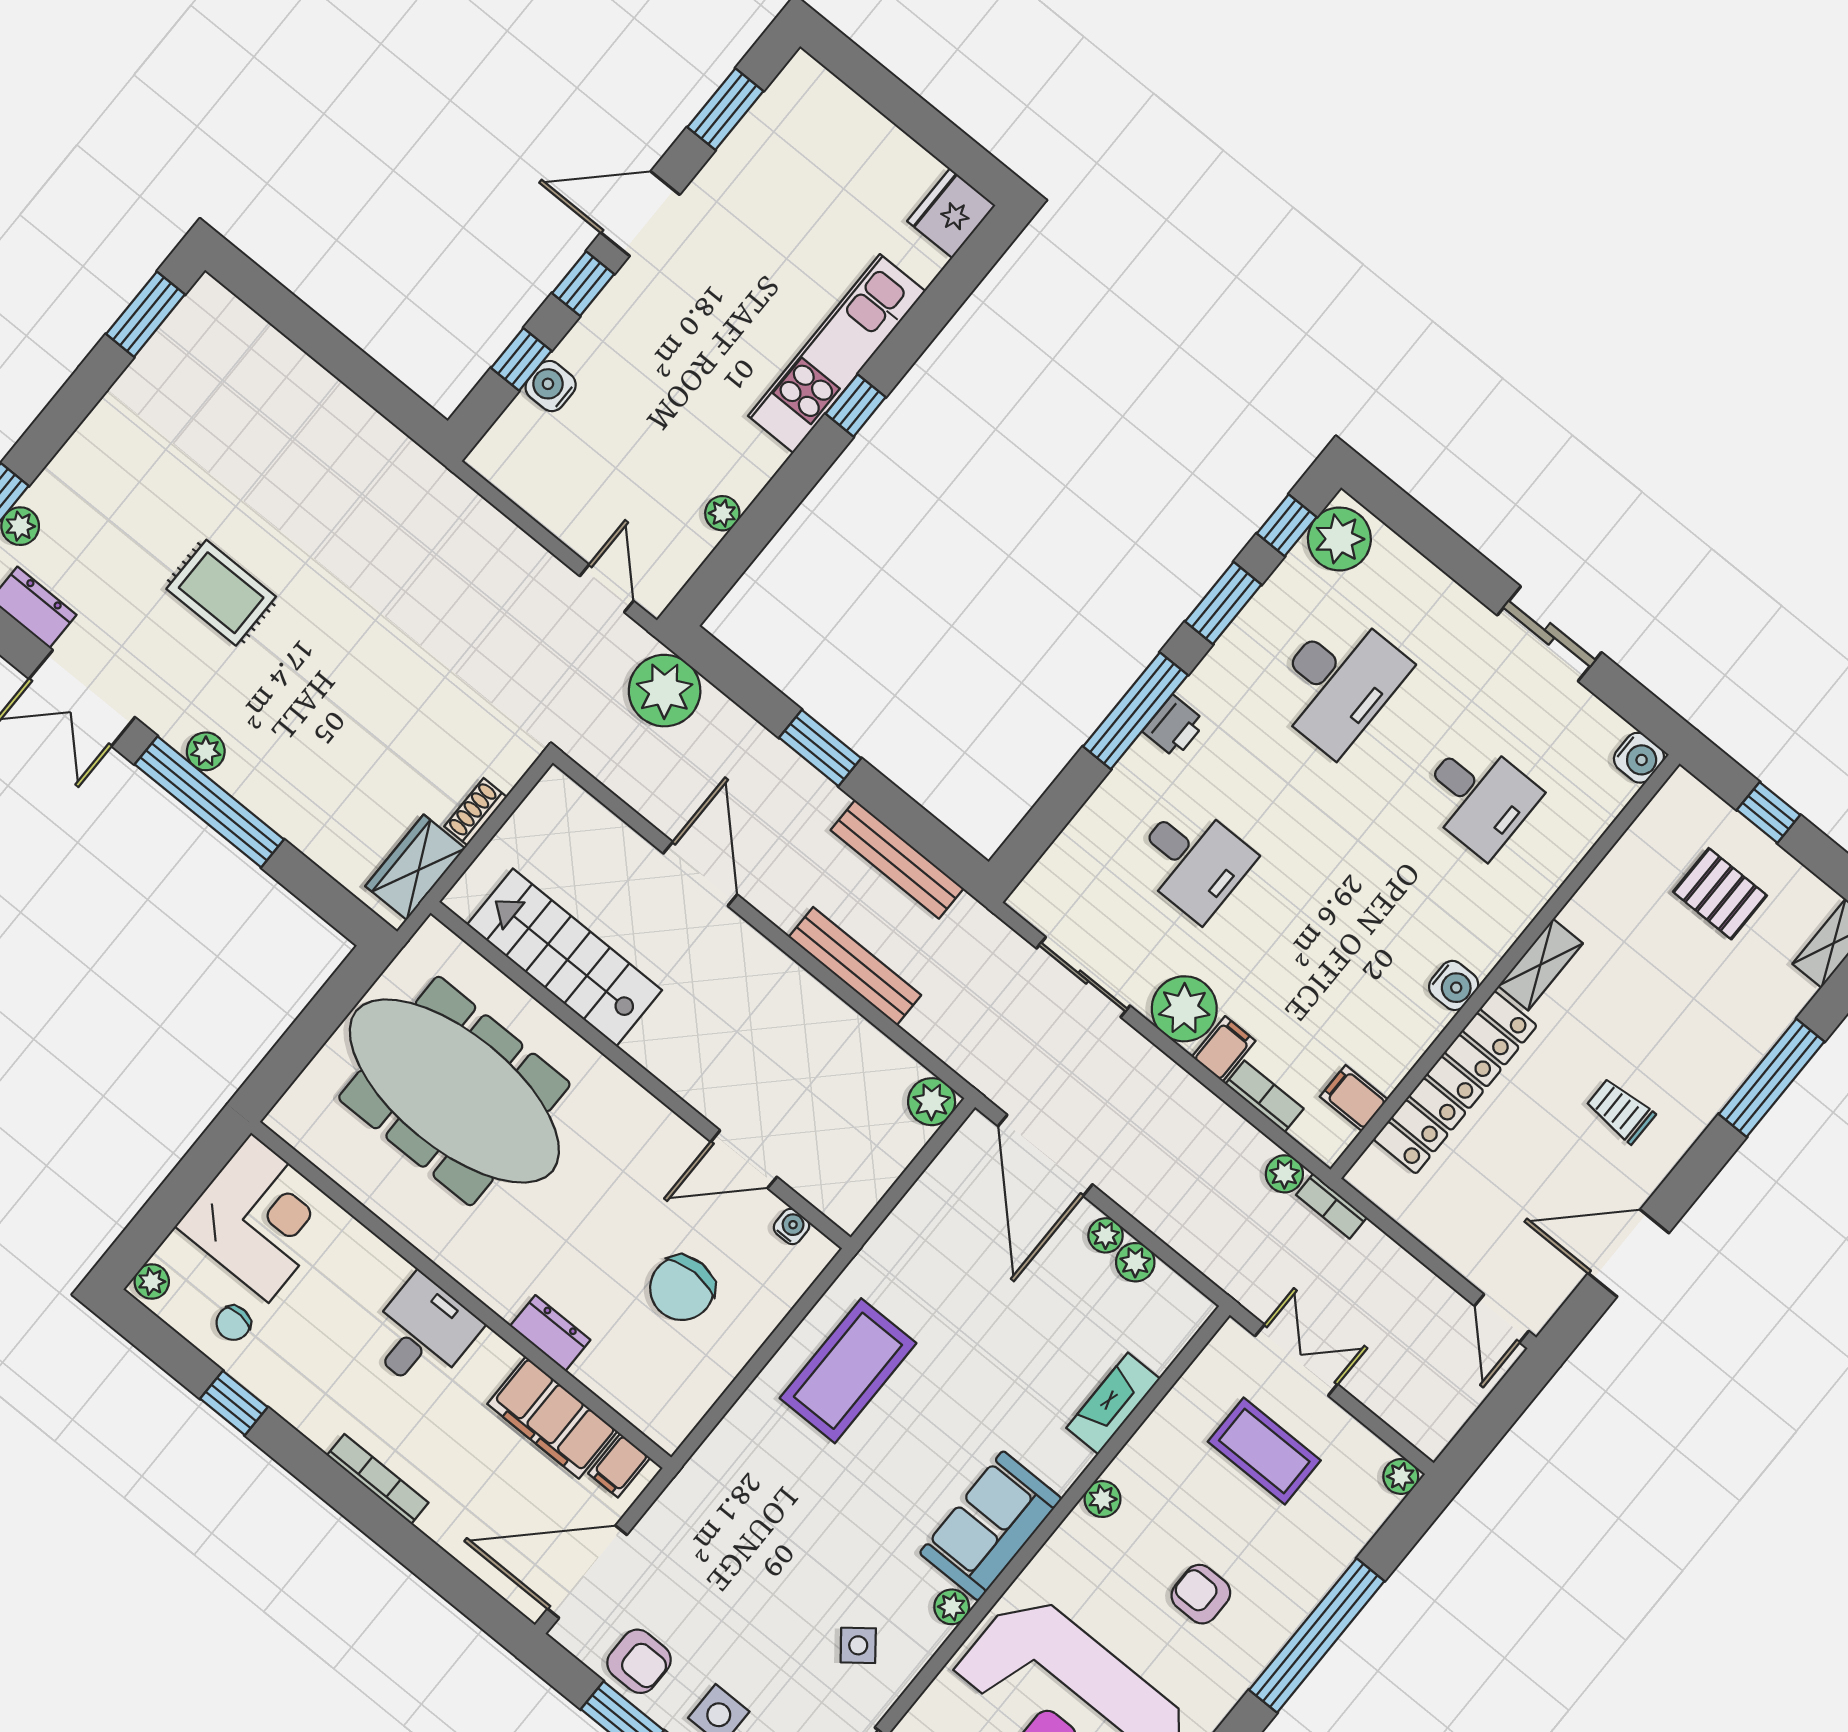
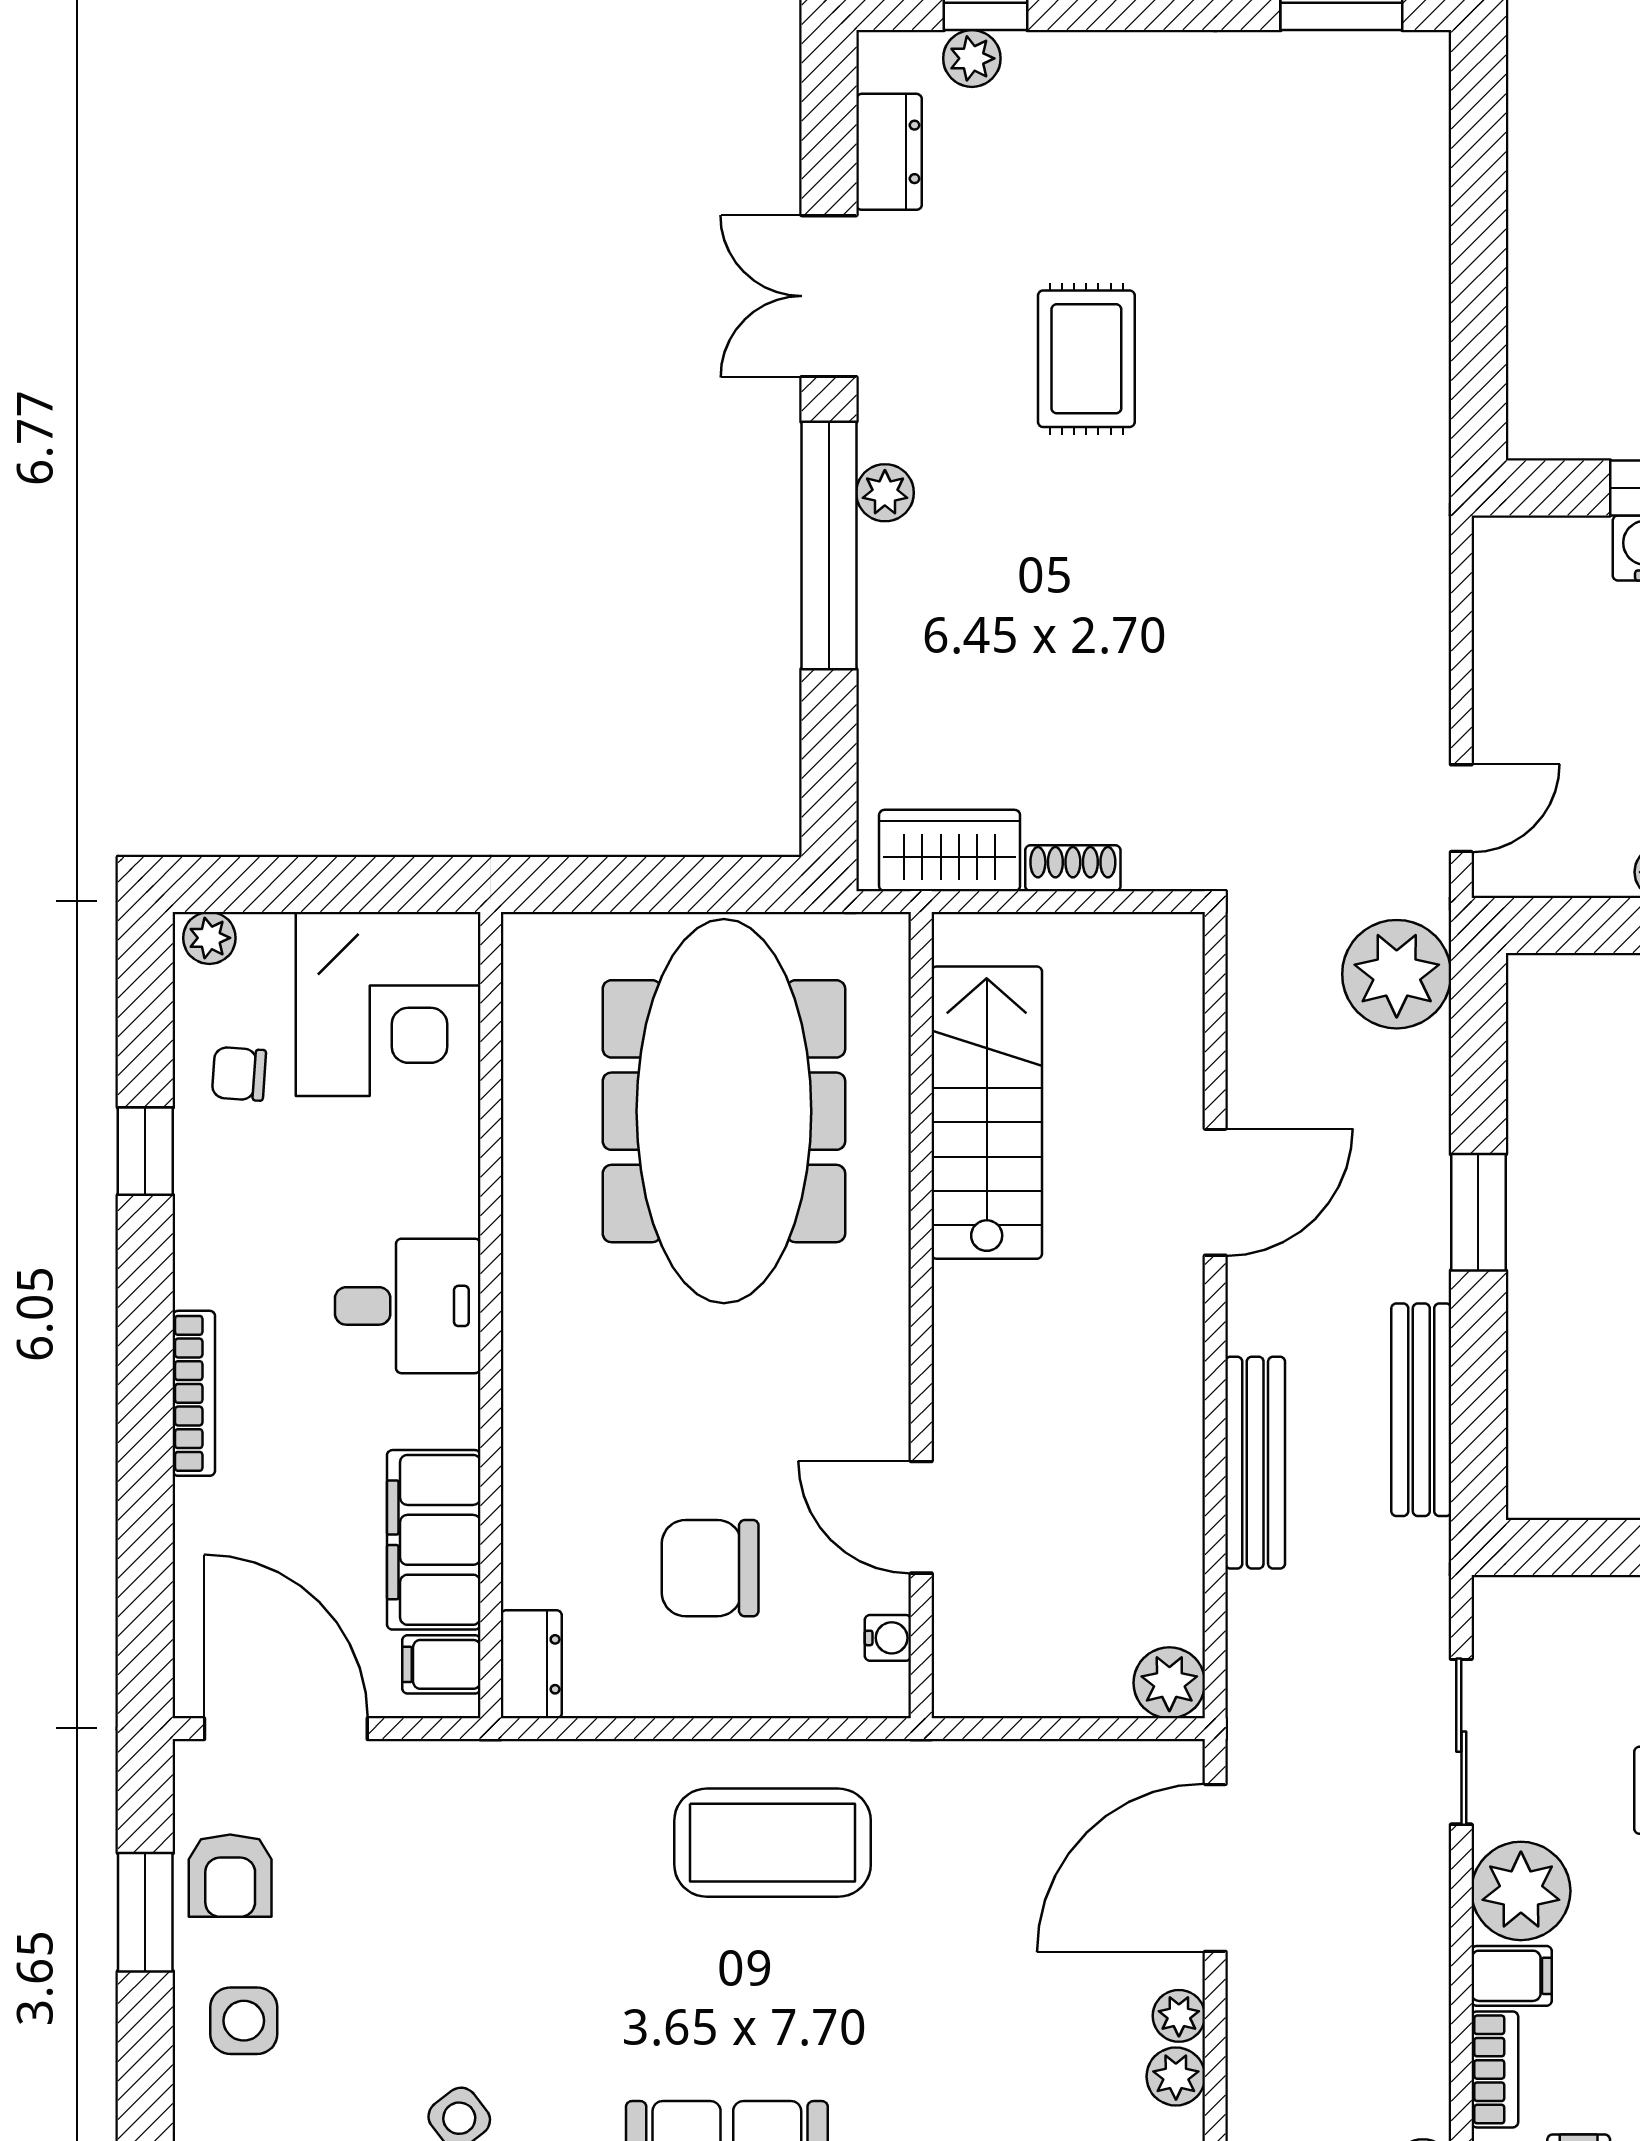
dresser: (550, 1333) -> (531, 1664), moved

